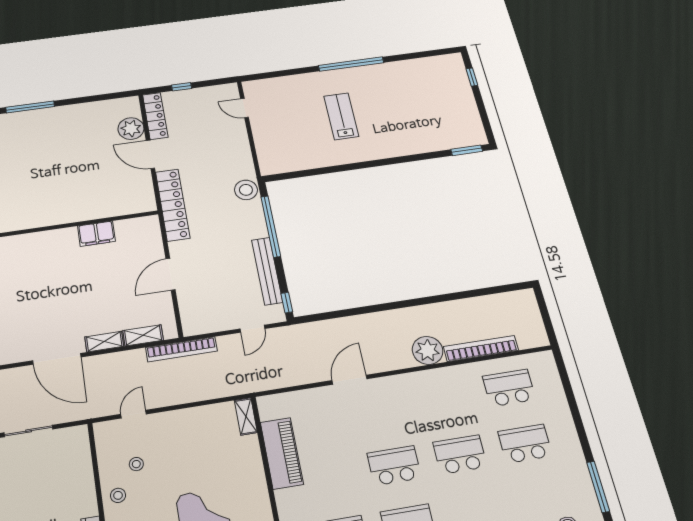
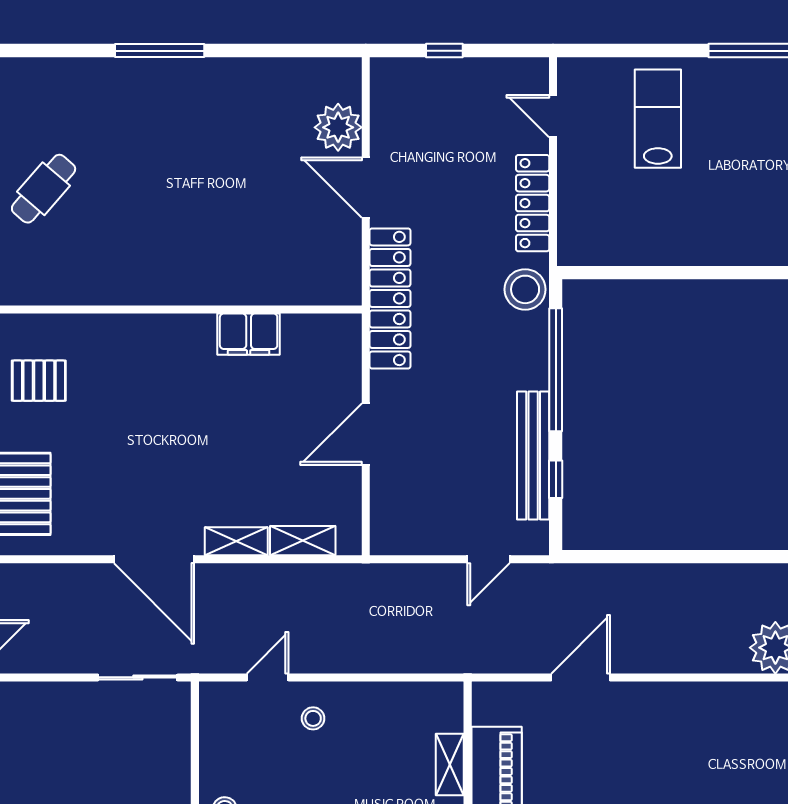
locker: (155, 116) -> (533, 203), moved, turned 180
lab bench: (341, 116) -> (658, 119), moved
window: (287, 303) -> (556, 479), moved
bookcase: (181, 349) -> (363, 577), removed
door: (350, 380) -> (581, 677), moved
shelving: (246, 416) -> (450, 765), moved
sliding door: (29, 431) -> (138, 677), moved
stool: (136, 464) -> (313, 718), moved

